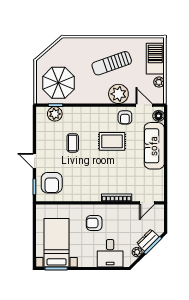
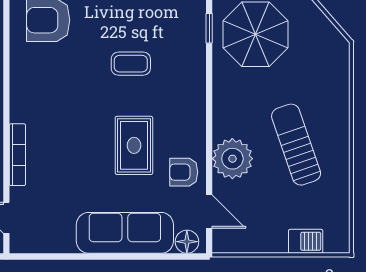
barbecue: (155, 59) -> (306, 241), width x0.53, depth x0.65
plant: (159, 82) -> (257, 243), removed
door: (144, 105) -> (209, 212), hinge flipped
plant: (55, 114) -> (191, 27), removed

